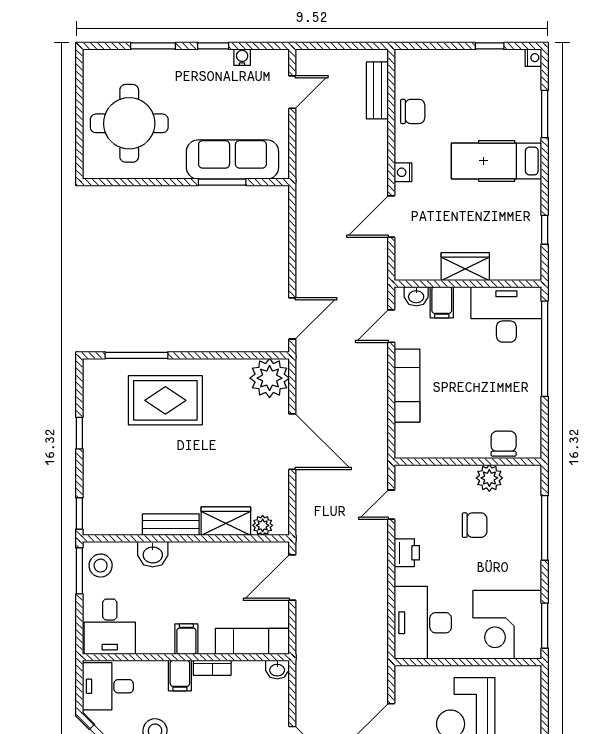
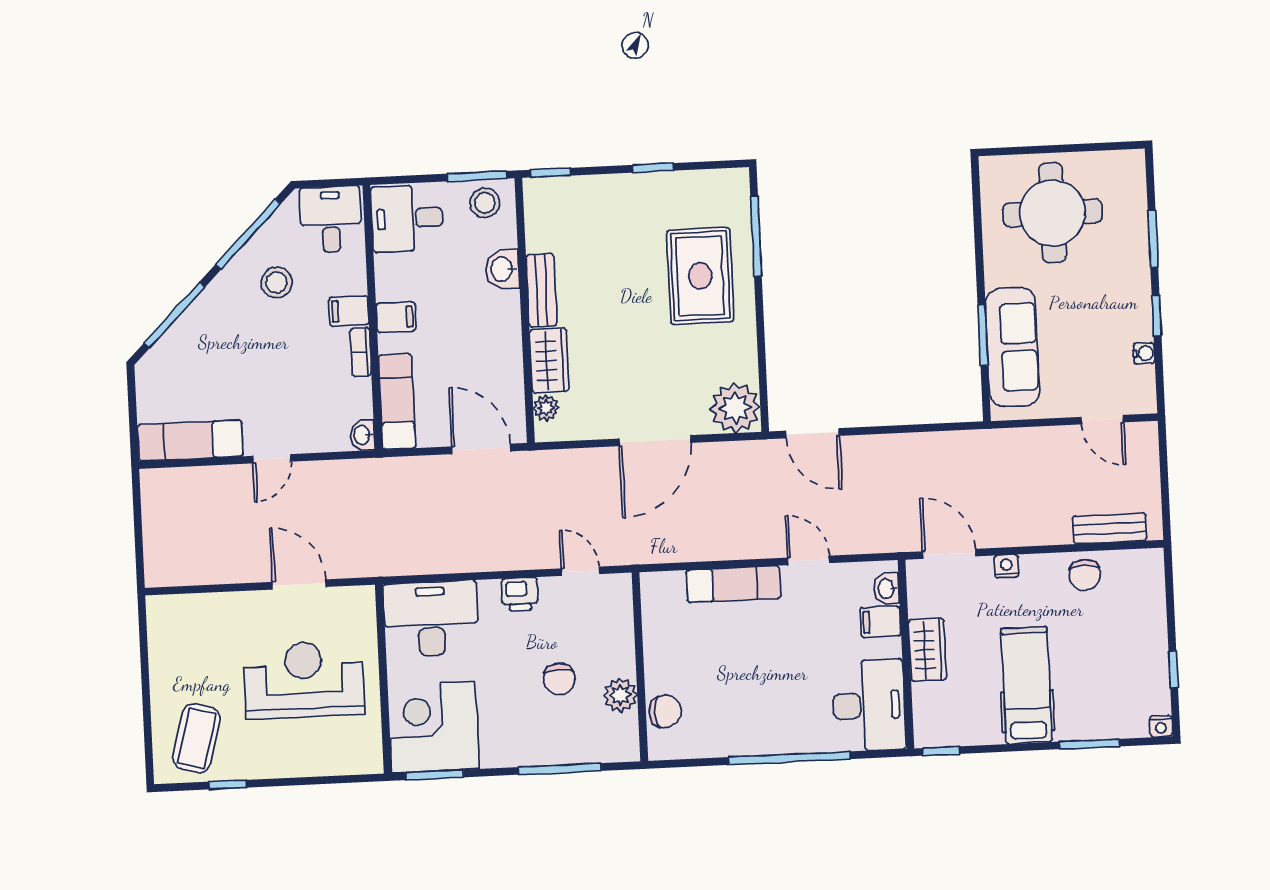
wardrobe: (465, 267) -> (927, 650), moved
wall: (468, 284) -> (906, 654), moved
washbasin: (416, 296) -> (887, 589), moved
filing cabinet: (442, 302) -> (881, 622), moved
desk: (506, 314) -> (869, 705), moved

